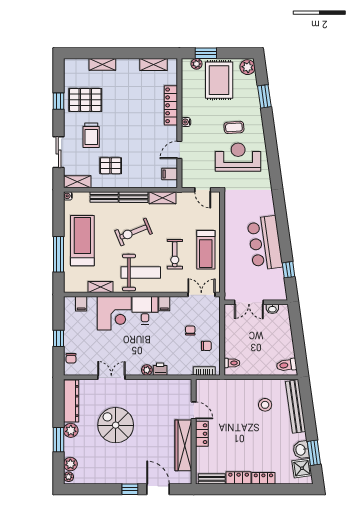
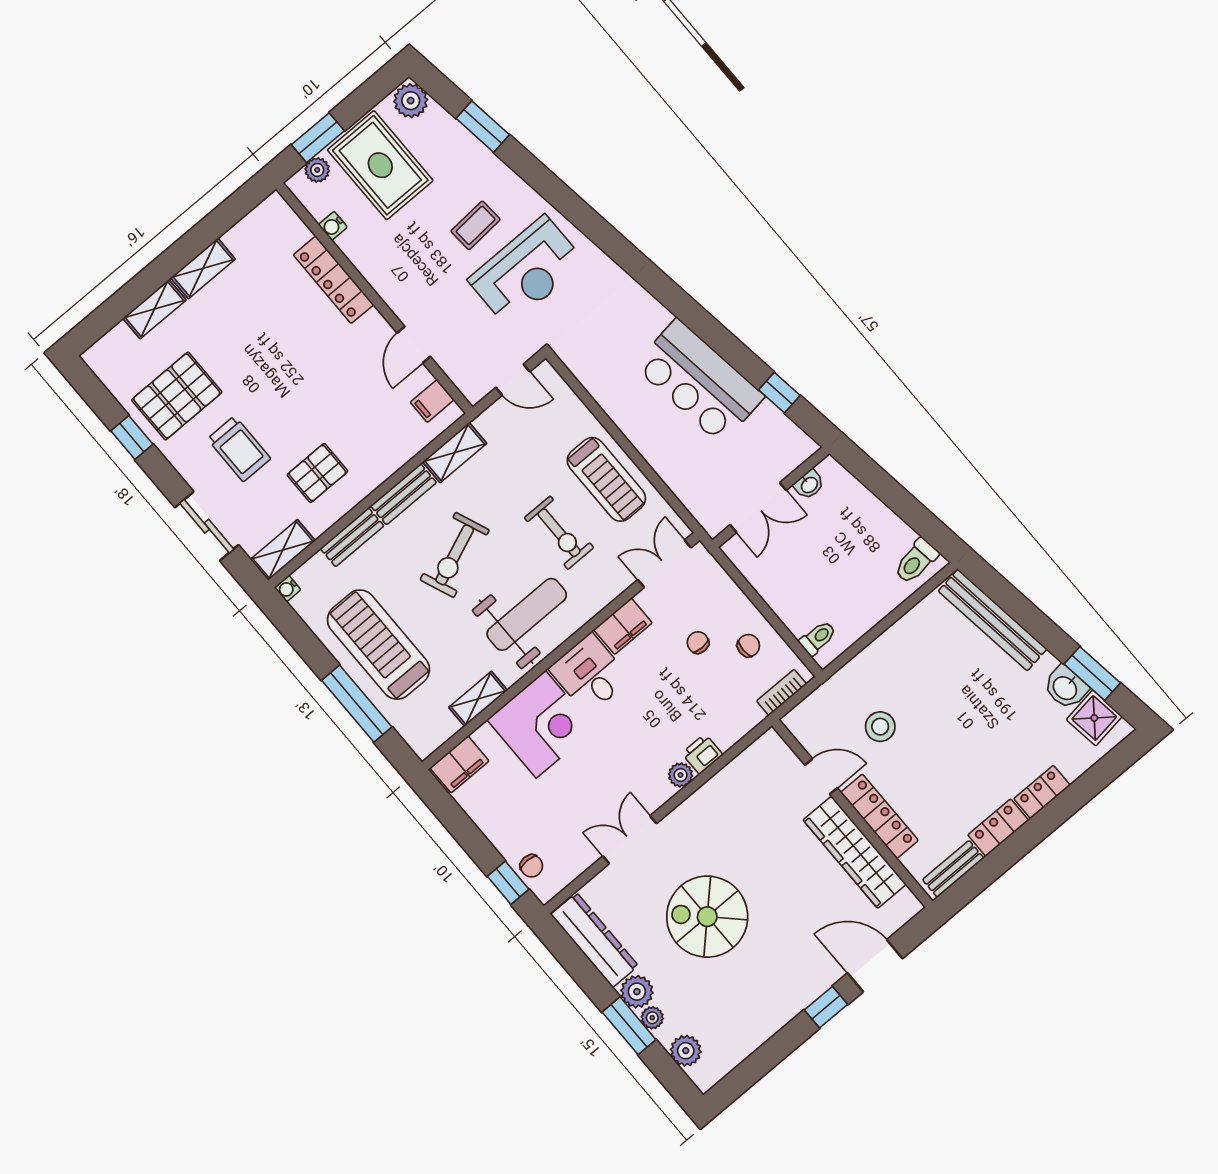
shelving: (153, 65) -> (203, 268), moved
water cooler: (186, 122) -> (333, 226), moved
reception desk: (238, 157) -> (526, 271), turned 180
filing cabinet: (81, 304) -> (459, 764), width x2.00
filing cabinet: (164, 304) -> (623, 626), width x2.00
window: (58, 338) -> (508, 883), moved
stool: (265, 405) -> (880, 727), moved
locker: (202, 434) -> (879, 816), width x1.53
plant: (69, 477) -> (652, 1018), moved

